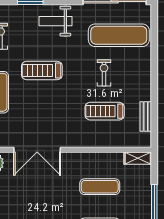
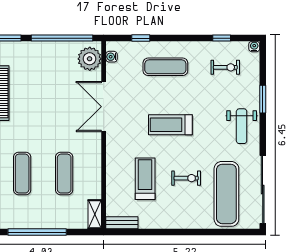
weight bench: (56, 21) -> (242, 126), turned 180
treadmill: (42, 70) -> (170, 125), moved, turned -90
bench: (146, 117) -> (122, 223), moved

